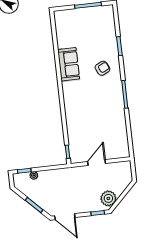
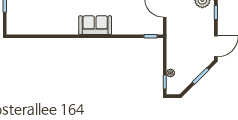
sofa: (69, 64) -> (95, 25), moved

